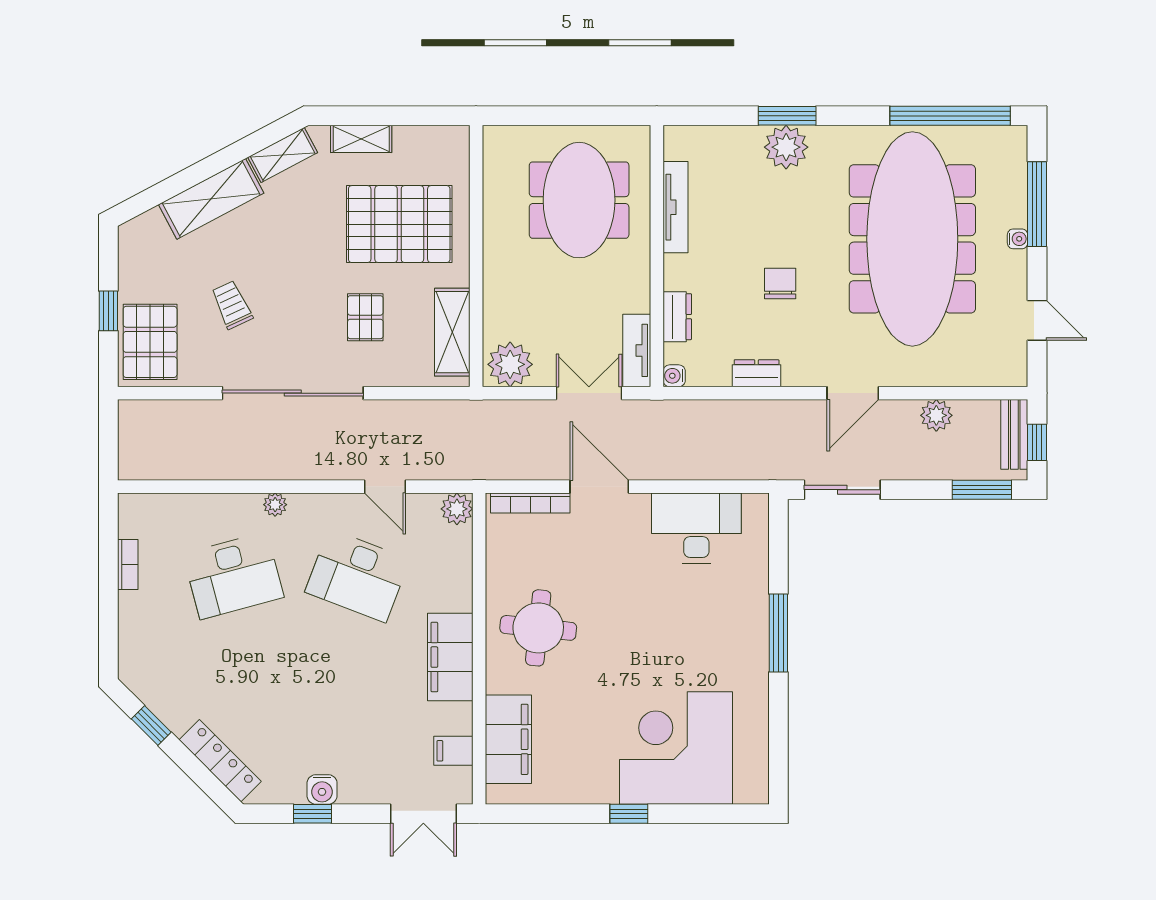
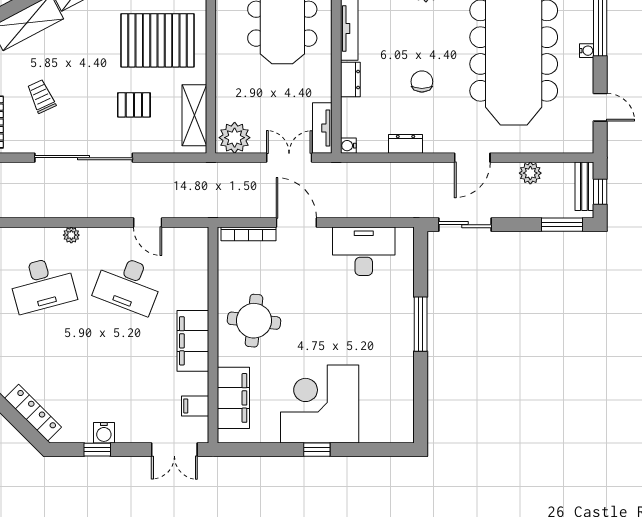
pallet: (365, 317) -> (134, 105), turned 90
dresser: (677, 317) -> (350, 80), moved
plant: (457, 509) -> (198, 238), removed
corner desk: (676, 748) -> (320, 404), moved

